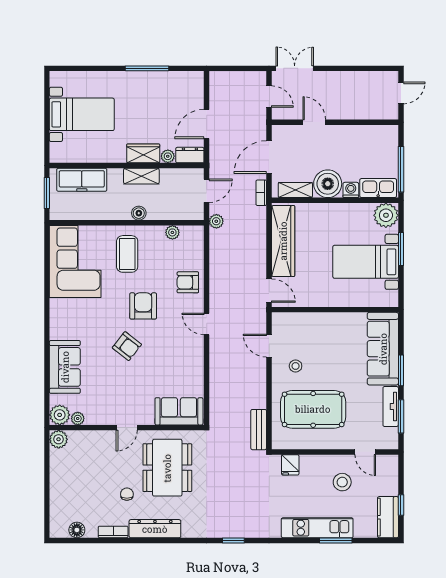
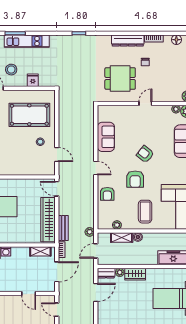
shelving: (141, 176) -> (122, 237), moved
boiler: (328, 184) -> (20, 255), removed
armchair: (188, 282) -> (107, 194), turned 90
sofa: (179, 411) -> (106, 137), moved, turned -90
bench: (259, 430) -> (63, 228), moved
fridge: (290, 465) -> (33, 80), moved
dining table: (167, 468) -> (120, 79), width x0.73

